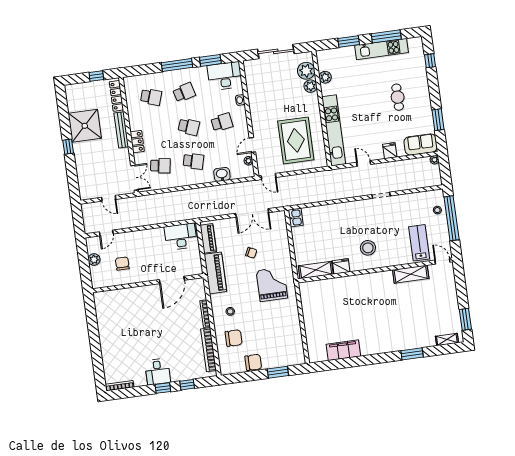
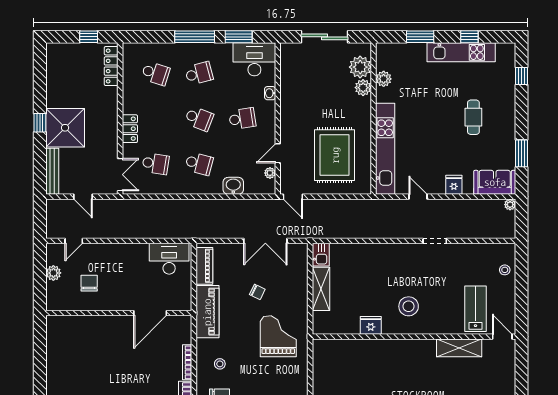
window: (386, 36) -> (469, 37), width x0.46
shower: (85, 126) -> (65, 128), moved
bench: (121, 130) -> (52, 171), moved
window: (452, 218) -> (522, 283), removed
shelving: (316, 270) -> (321, 289), moved, turned 90

